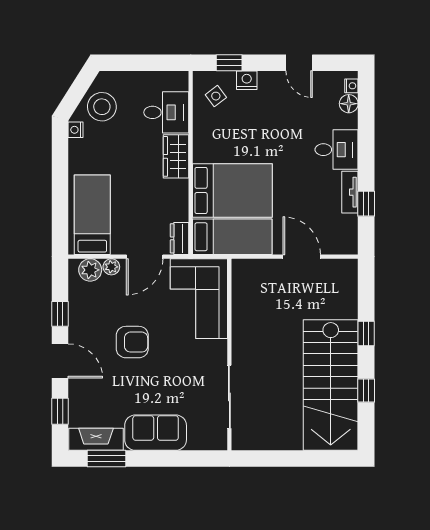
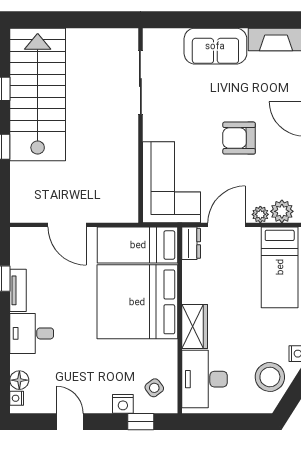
desk: (166, 112) -> (205, 379), width x1.37
bed: (232, 190) -> (137, 302), width x1.36
window: (107, 459) -> (265, 20), removed

